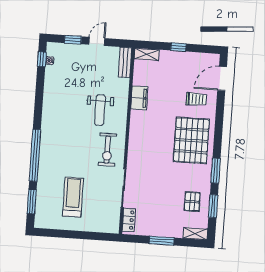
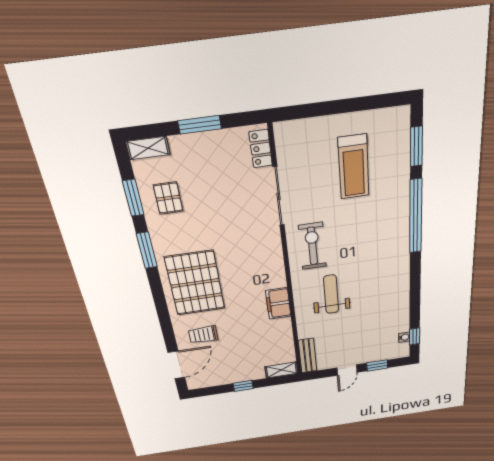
filing cabinet: (139, 98) -> (278, 303), moved

